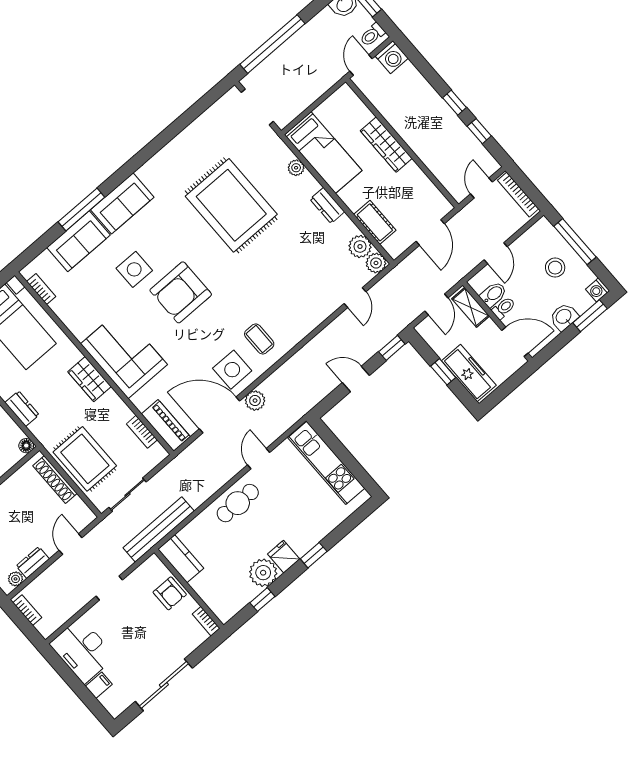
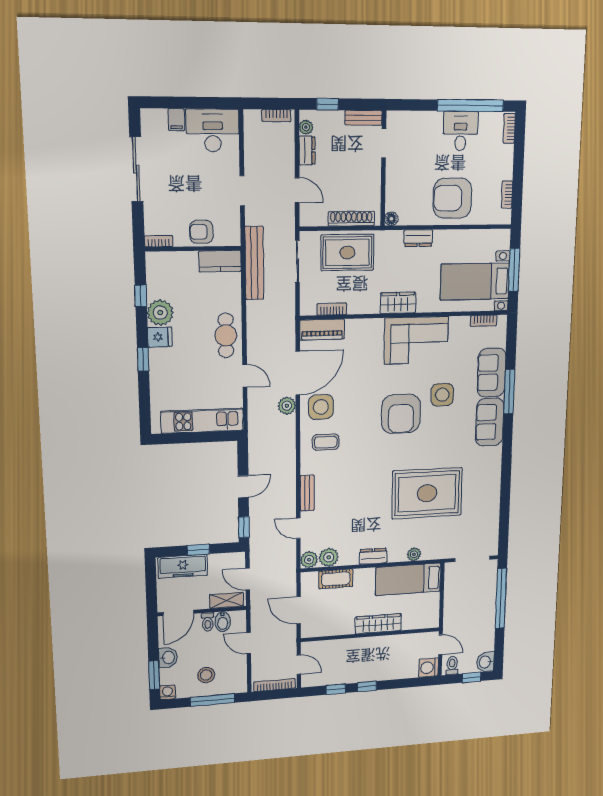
armchair: (181, 292) -> (401, 414), turned 180
bench: (317, 317) -> (307, 493), added
corner sofa: (124, 354) -> (416, 340), moved

